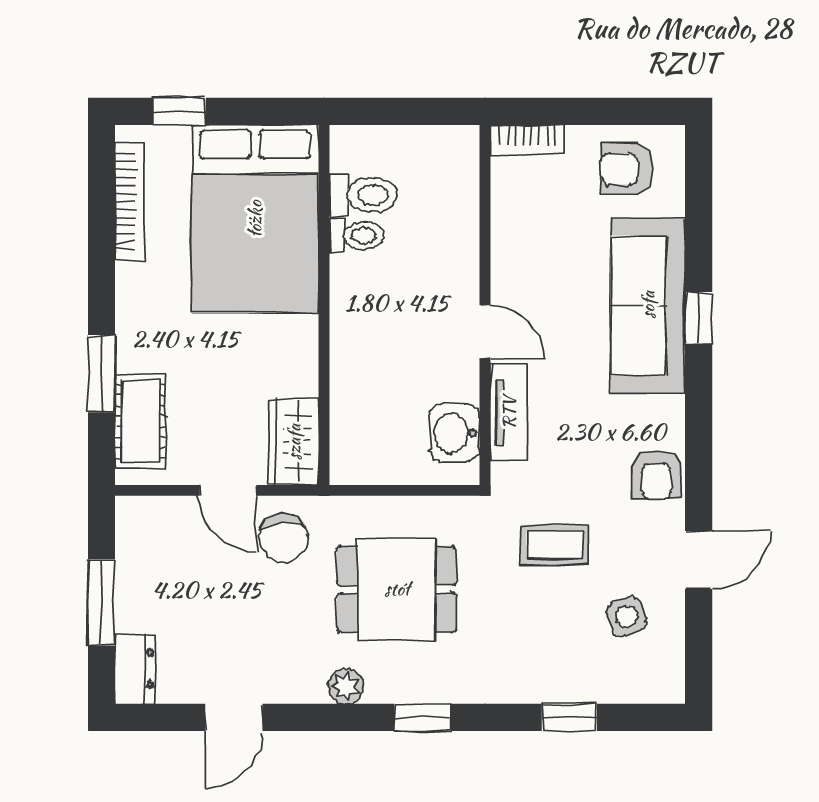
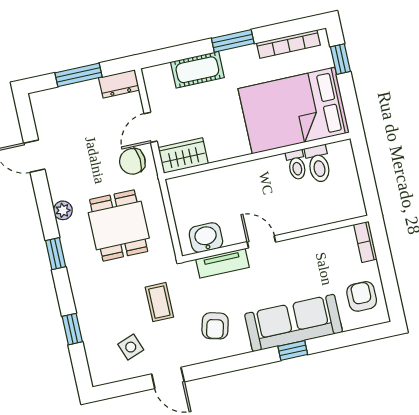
door: (485, 332) -> (261, 242), swing flipped
window: (102, 374) -> (233, 41), moved
cot: (140, 421) -> (197, 70), moved
armchair: (657, 475) -> (215, 326), moved, turned -75
dresser: (135, 669) -> (119, 84), moved

